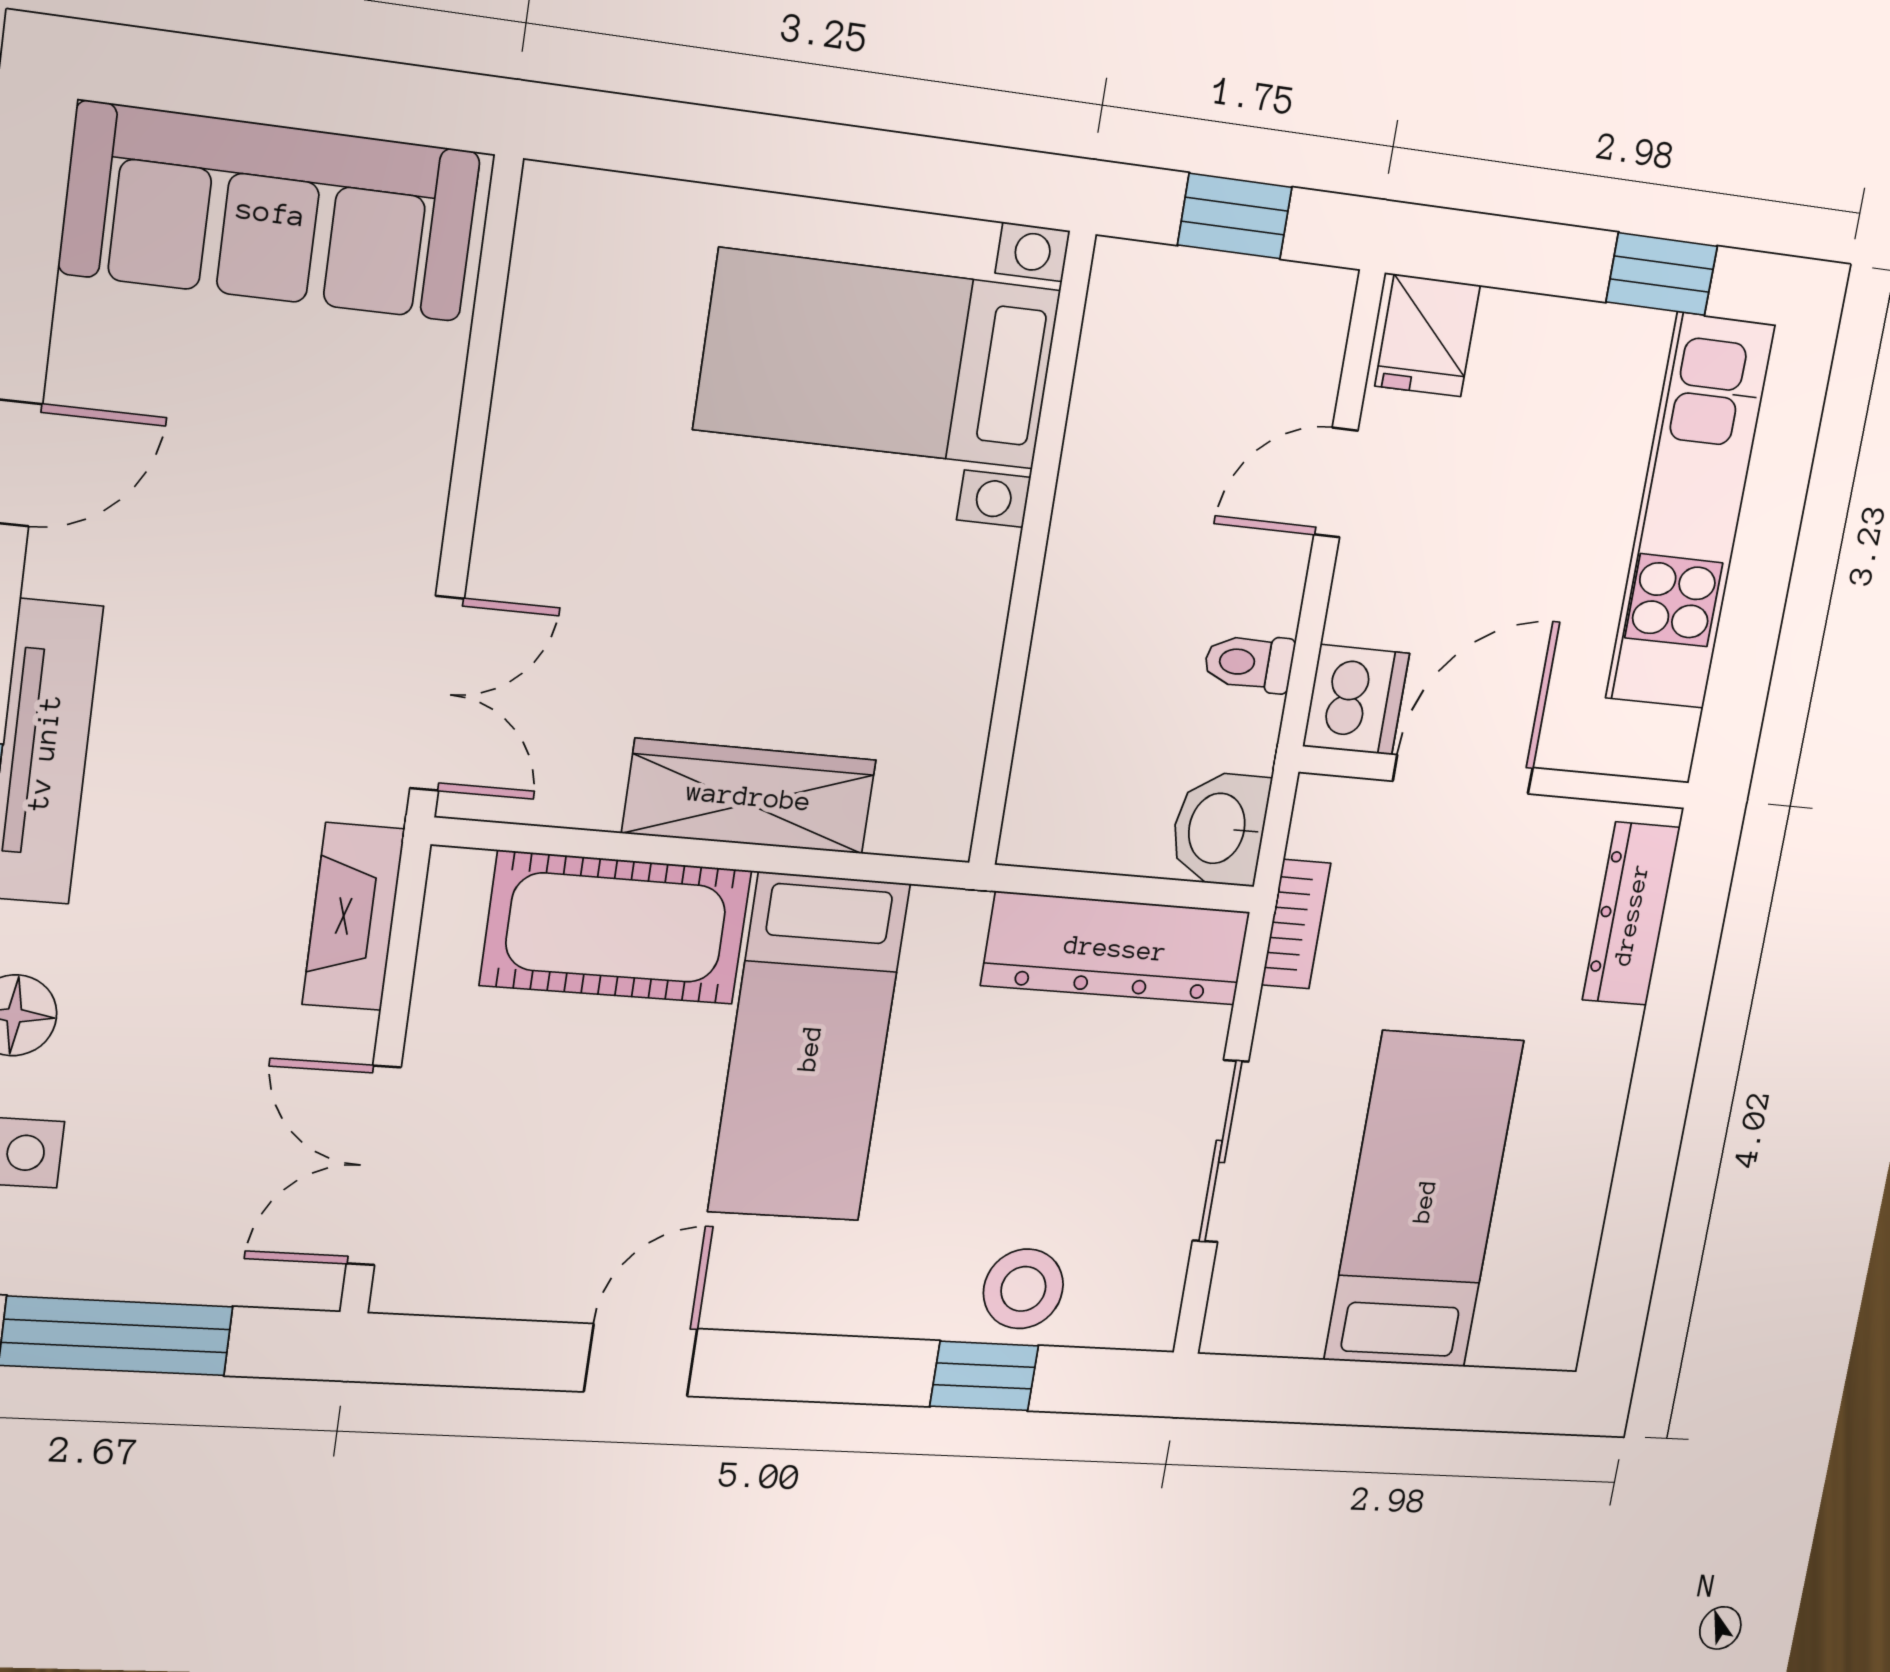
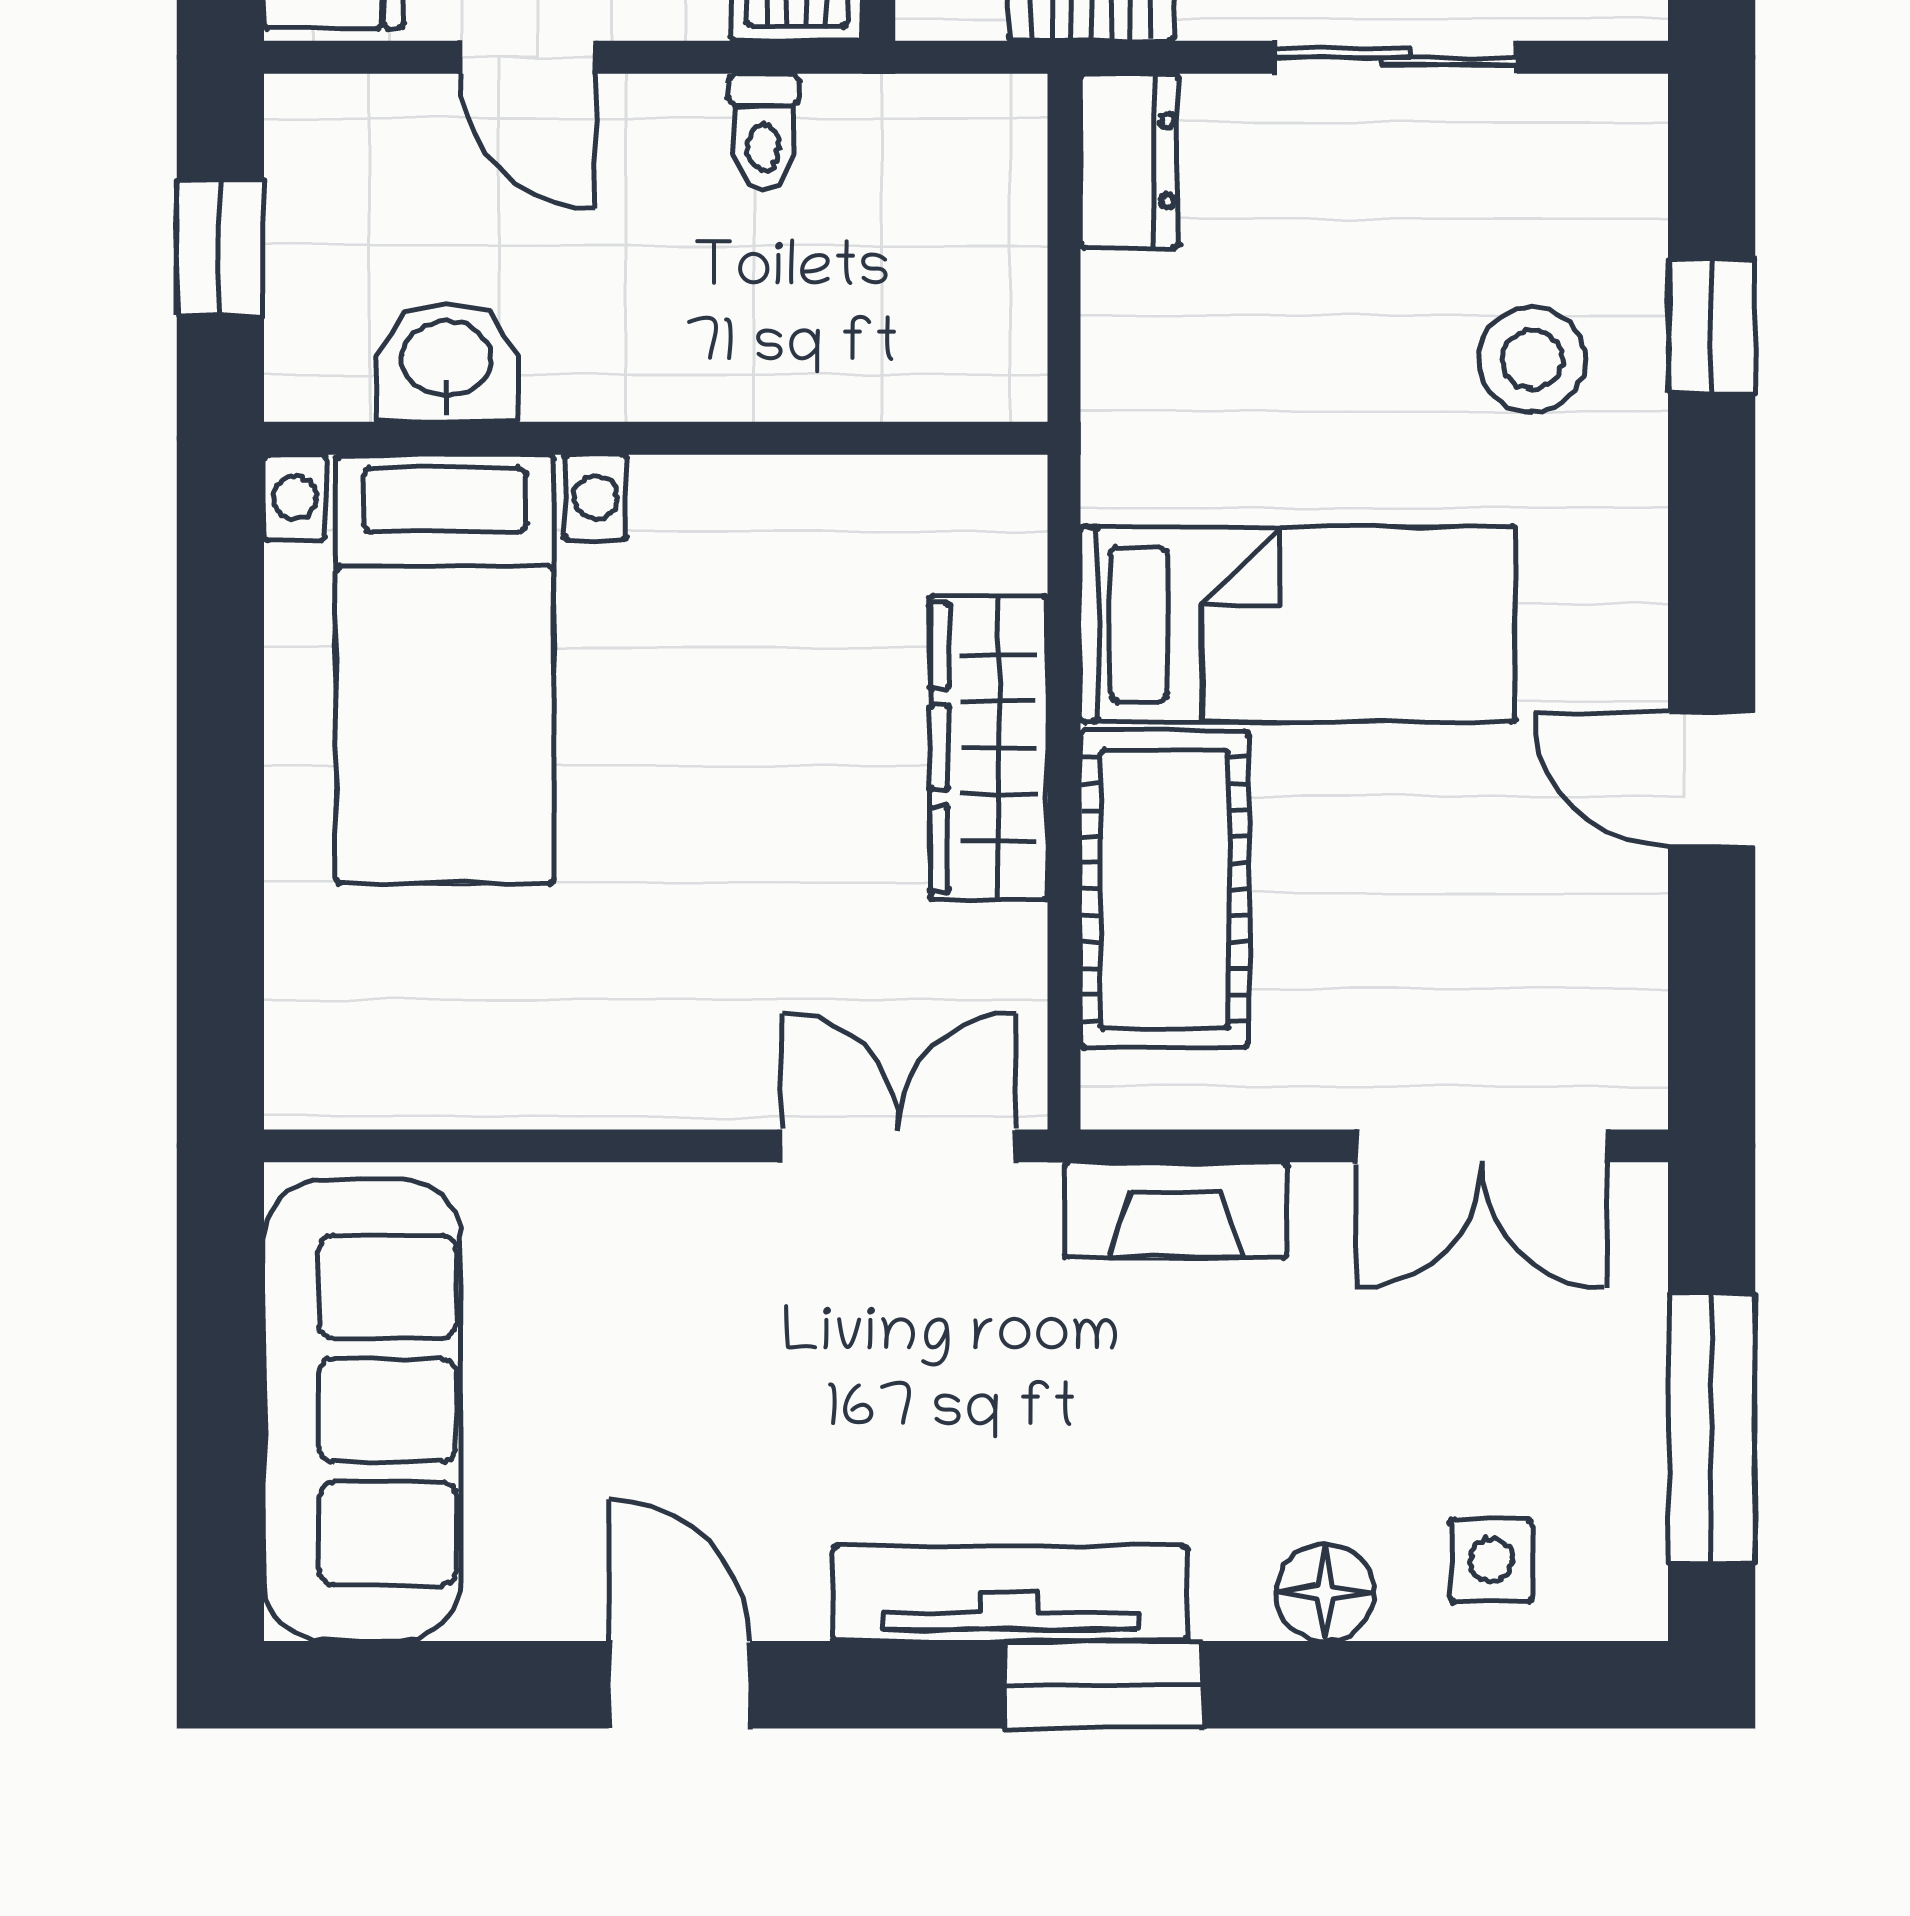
washbasin: (1219, 829) -> (447, 362), moved, turned 180
dresser: (1116, 948) -> (1129, 161), width x0.51, depth x0.80
stool: (1023, 1289) -> (1532, 359), moved

